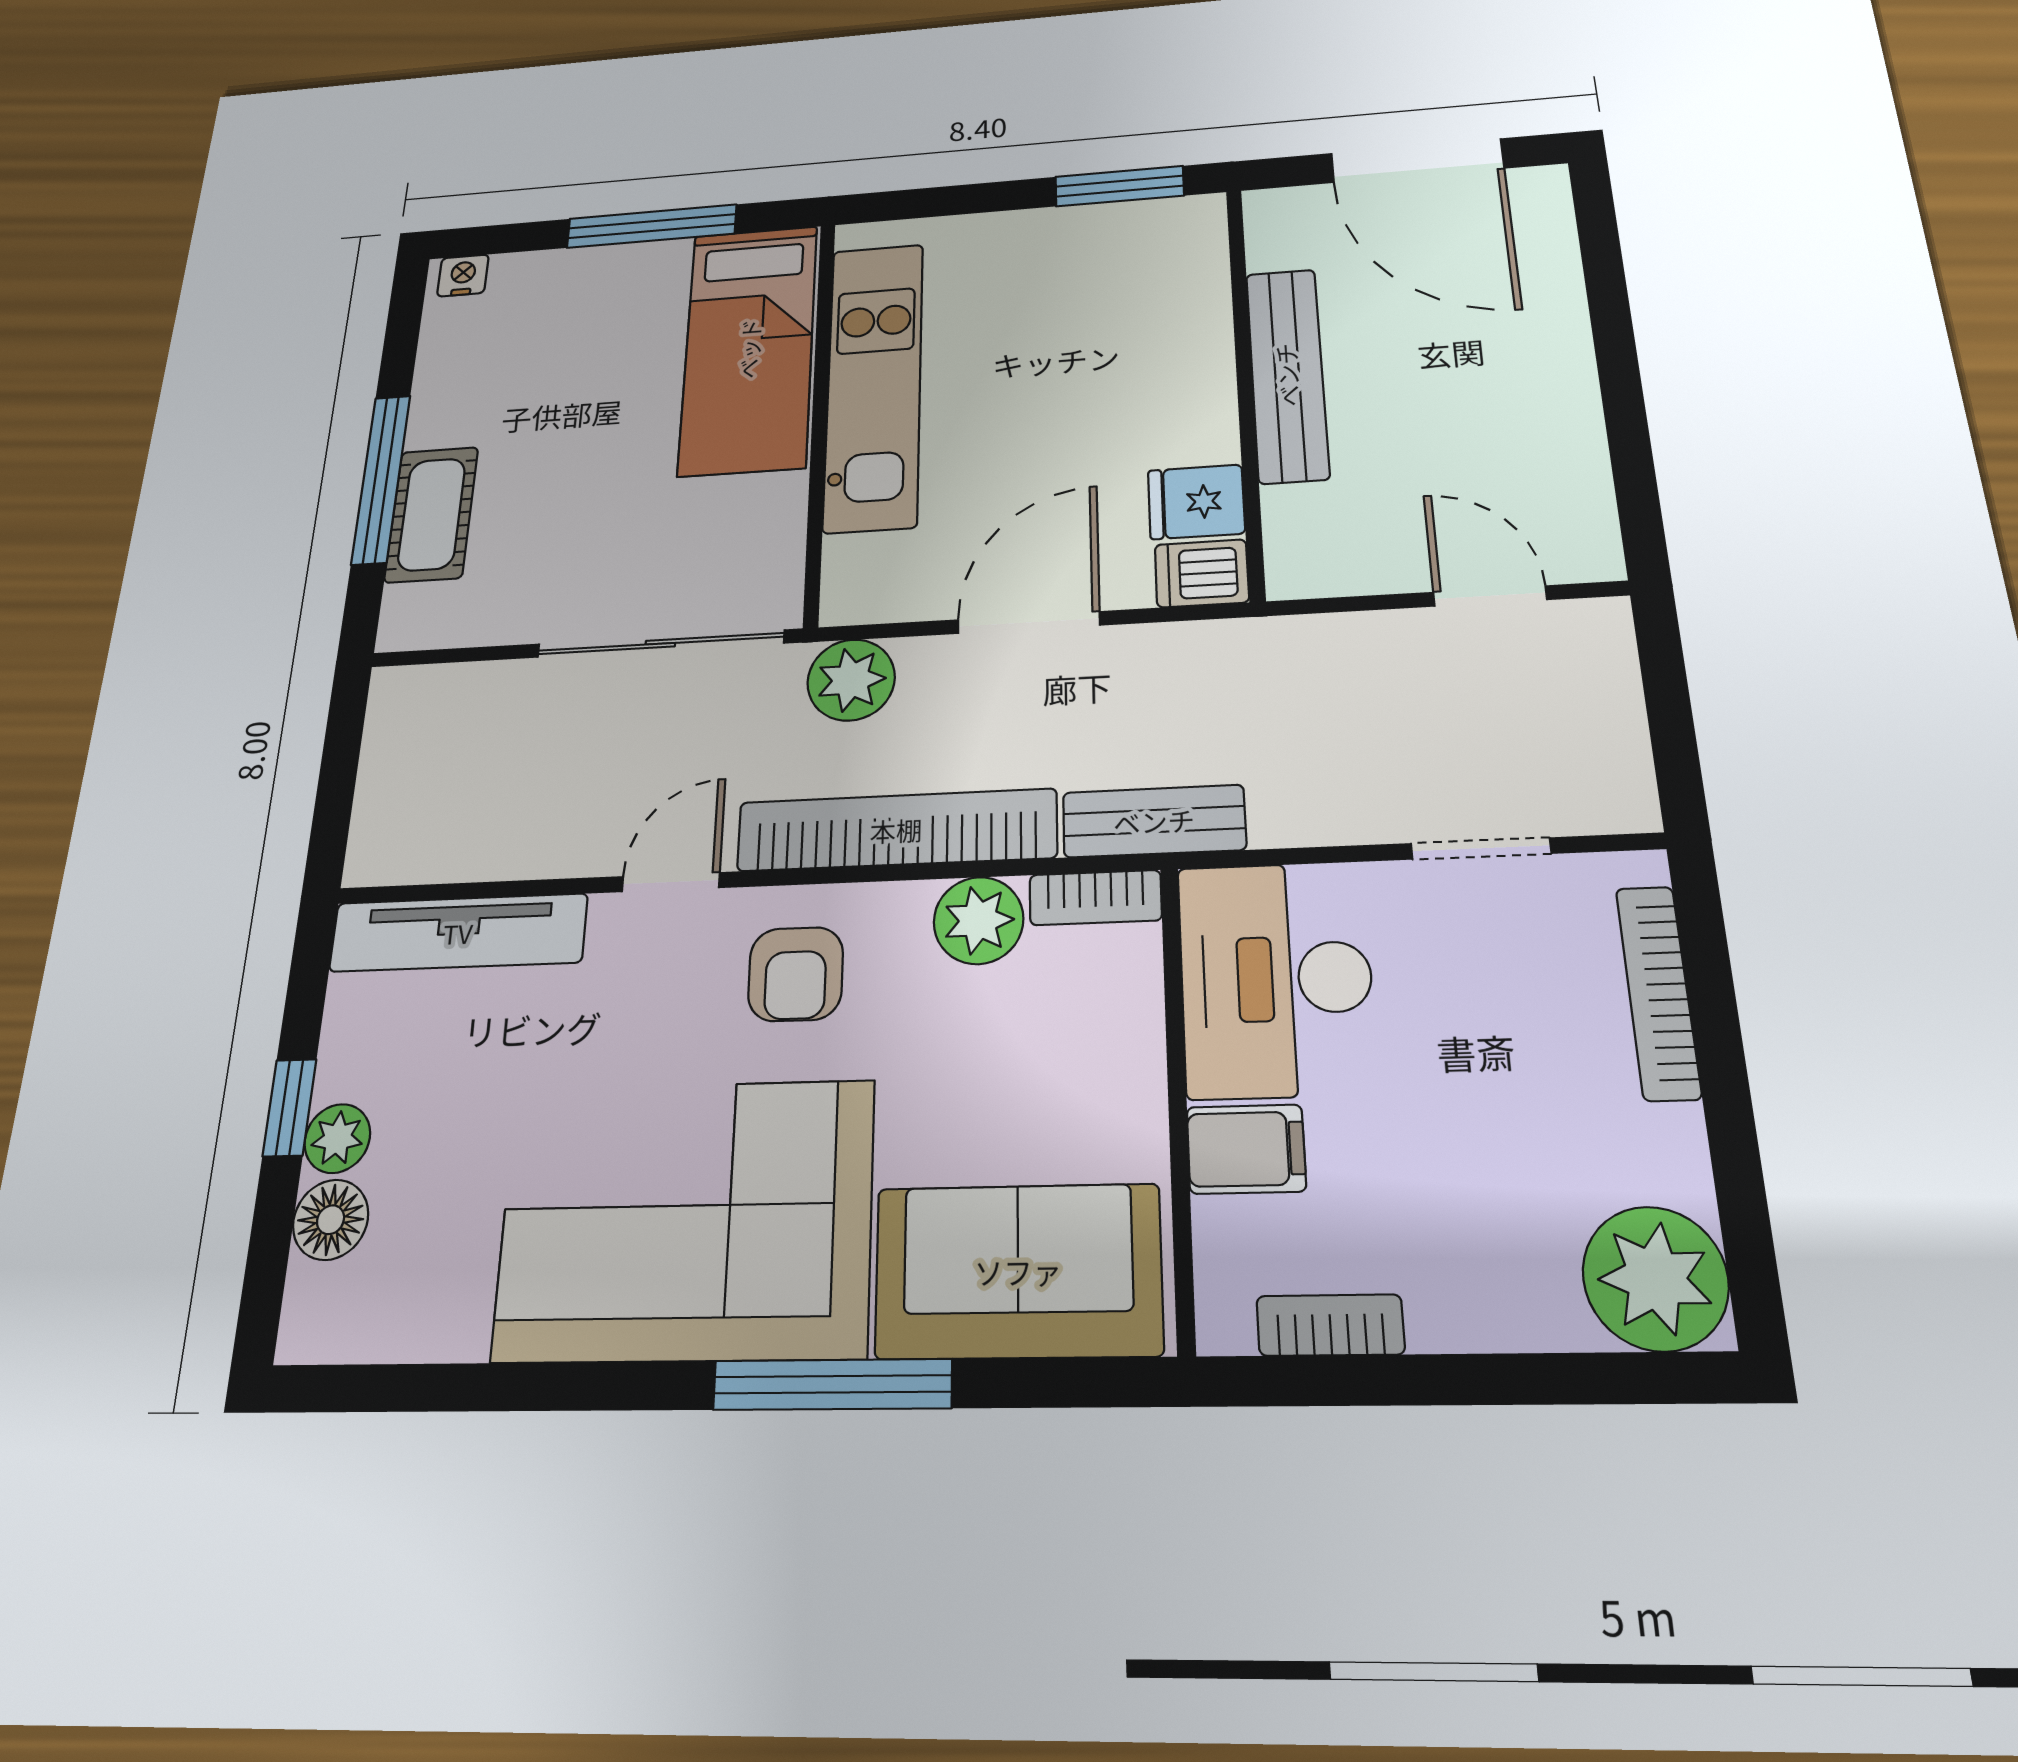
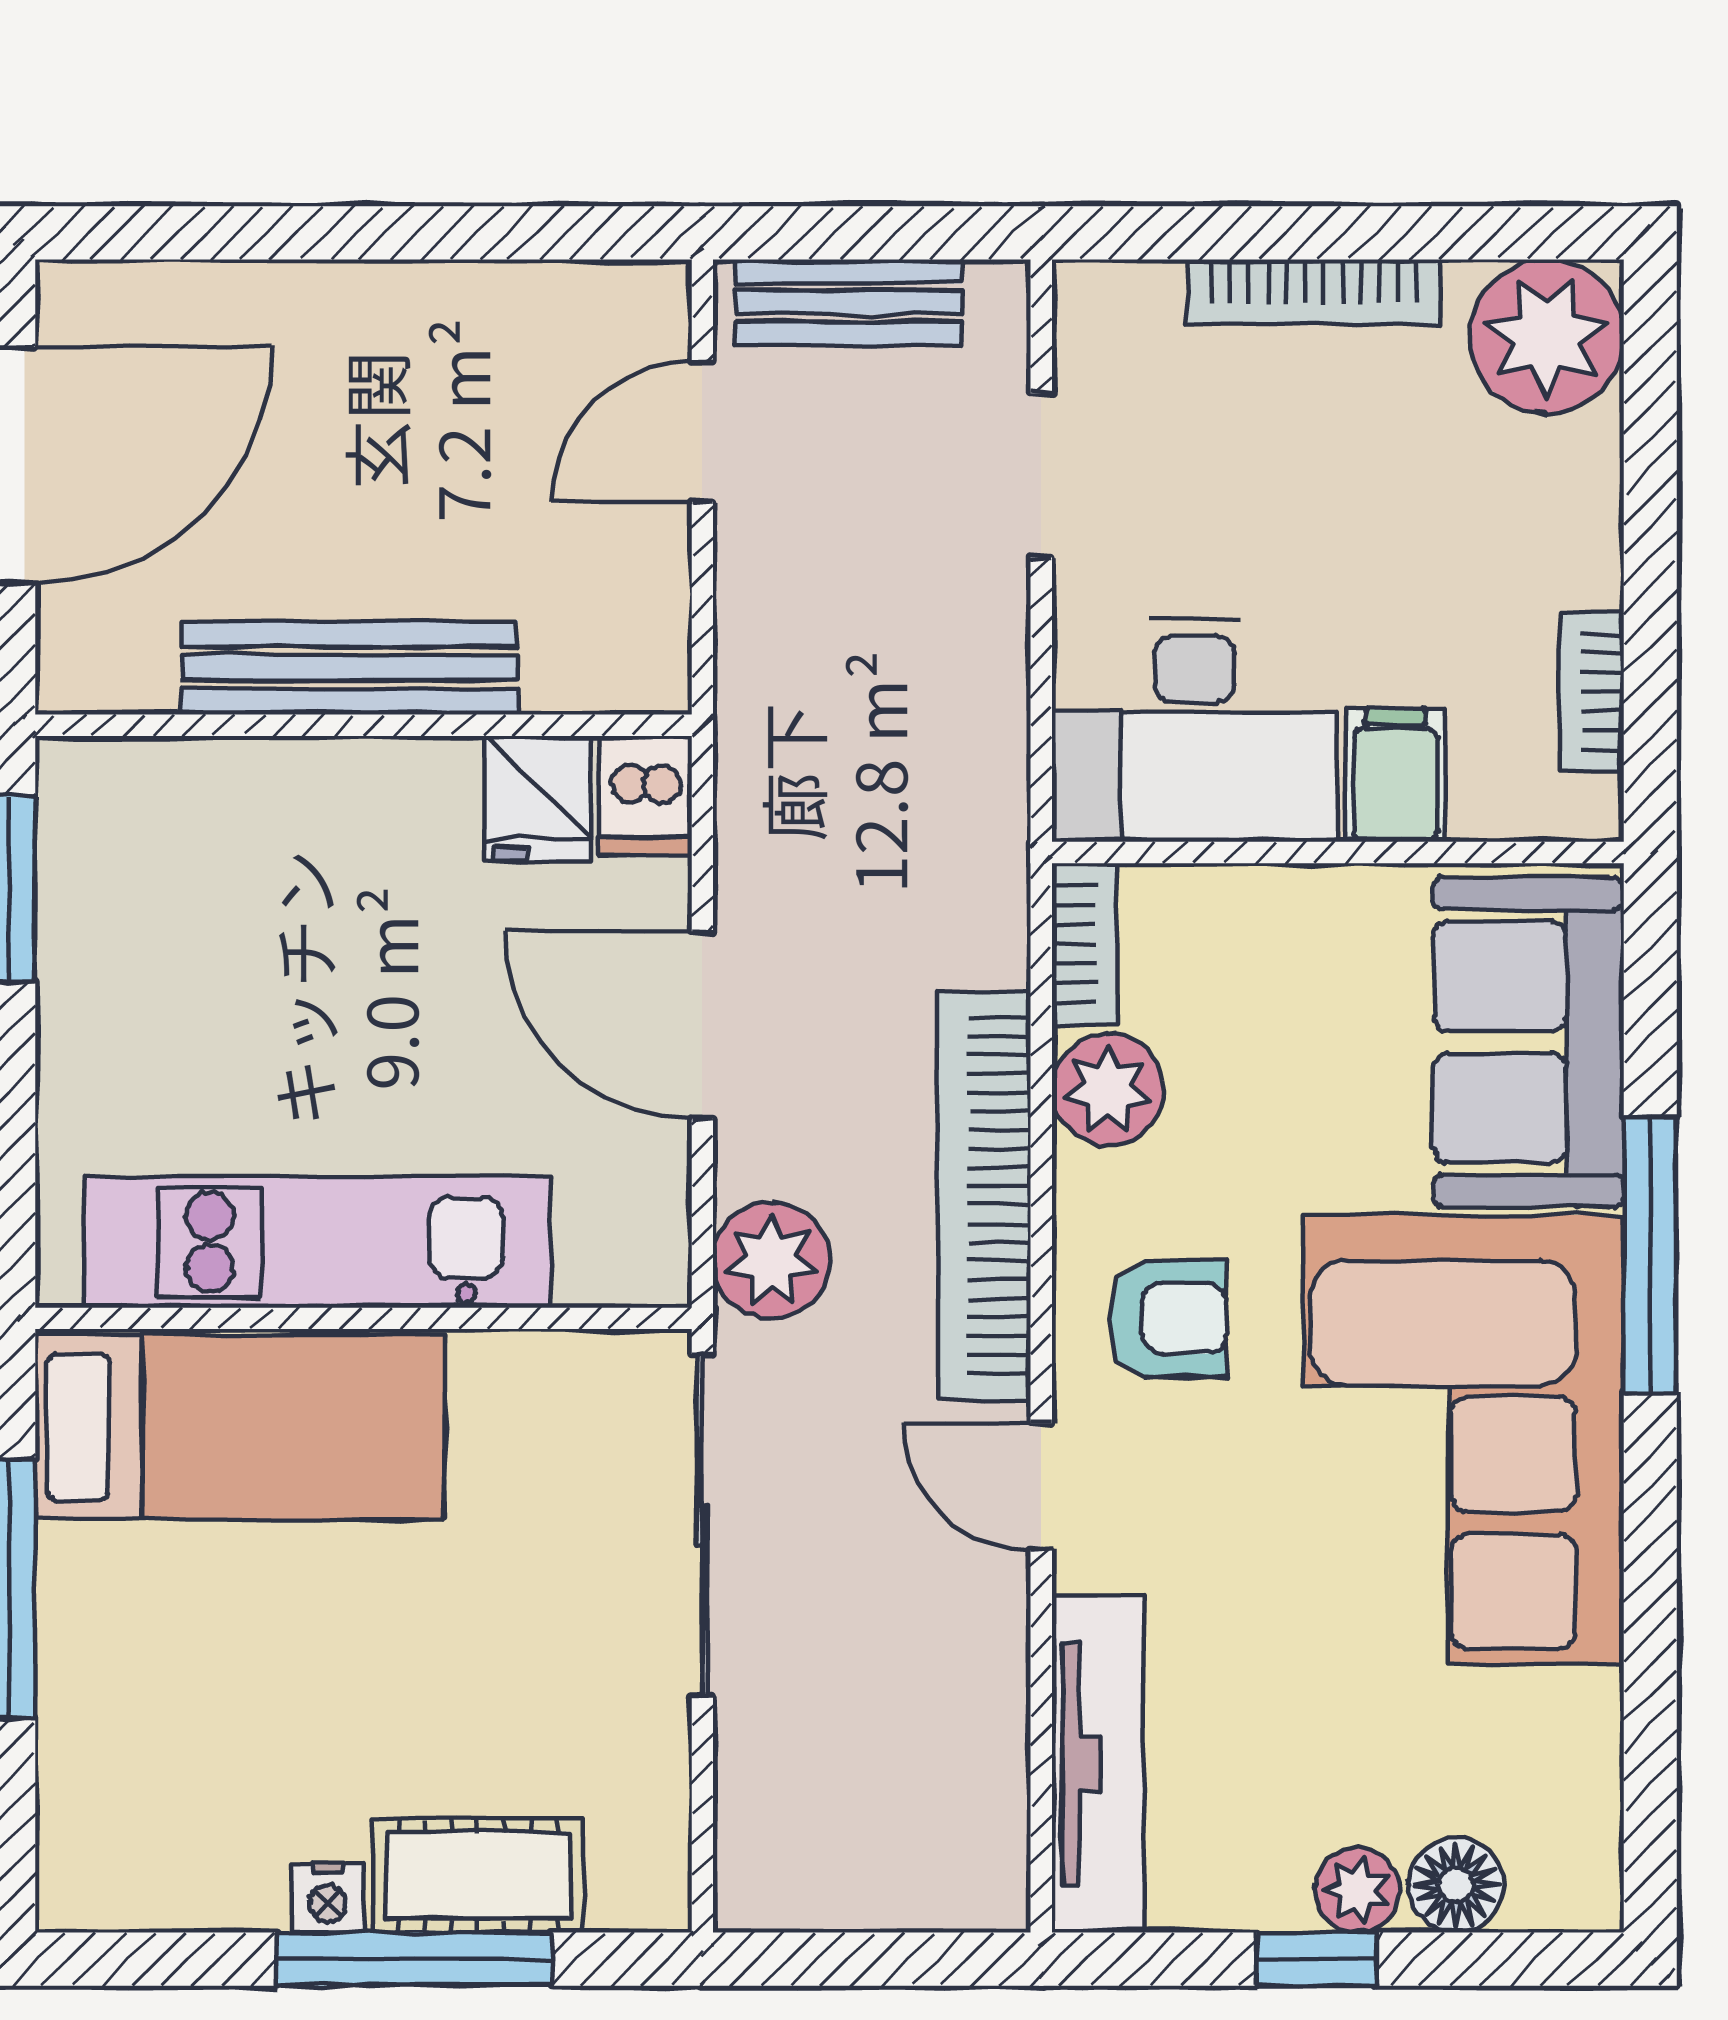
nightstand: (463, 275) -> (328, 1898), moved, turned -90
bench: (1154, 821) -> (849, 302), moved, turned 90
bookcase: (1658, 992) -> (1314, 292), moved

